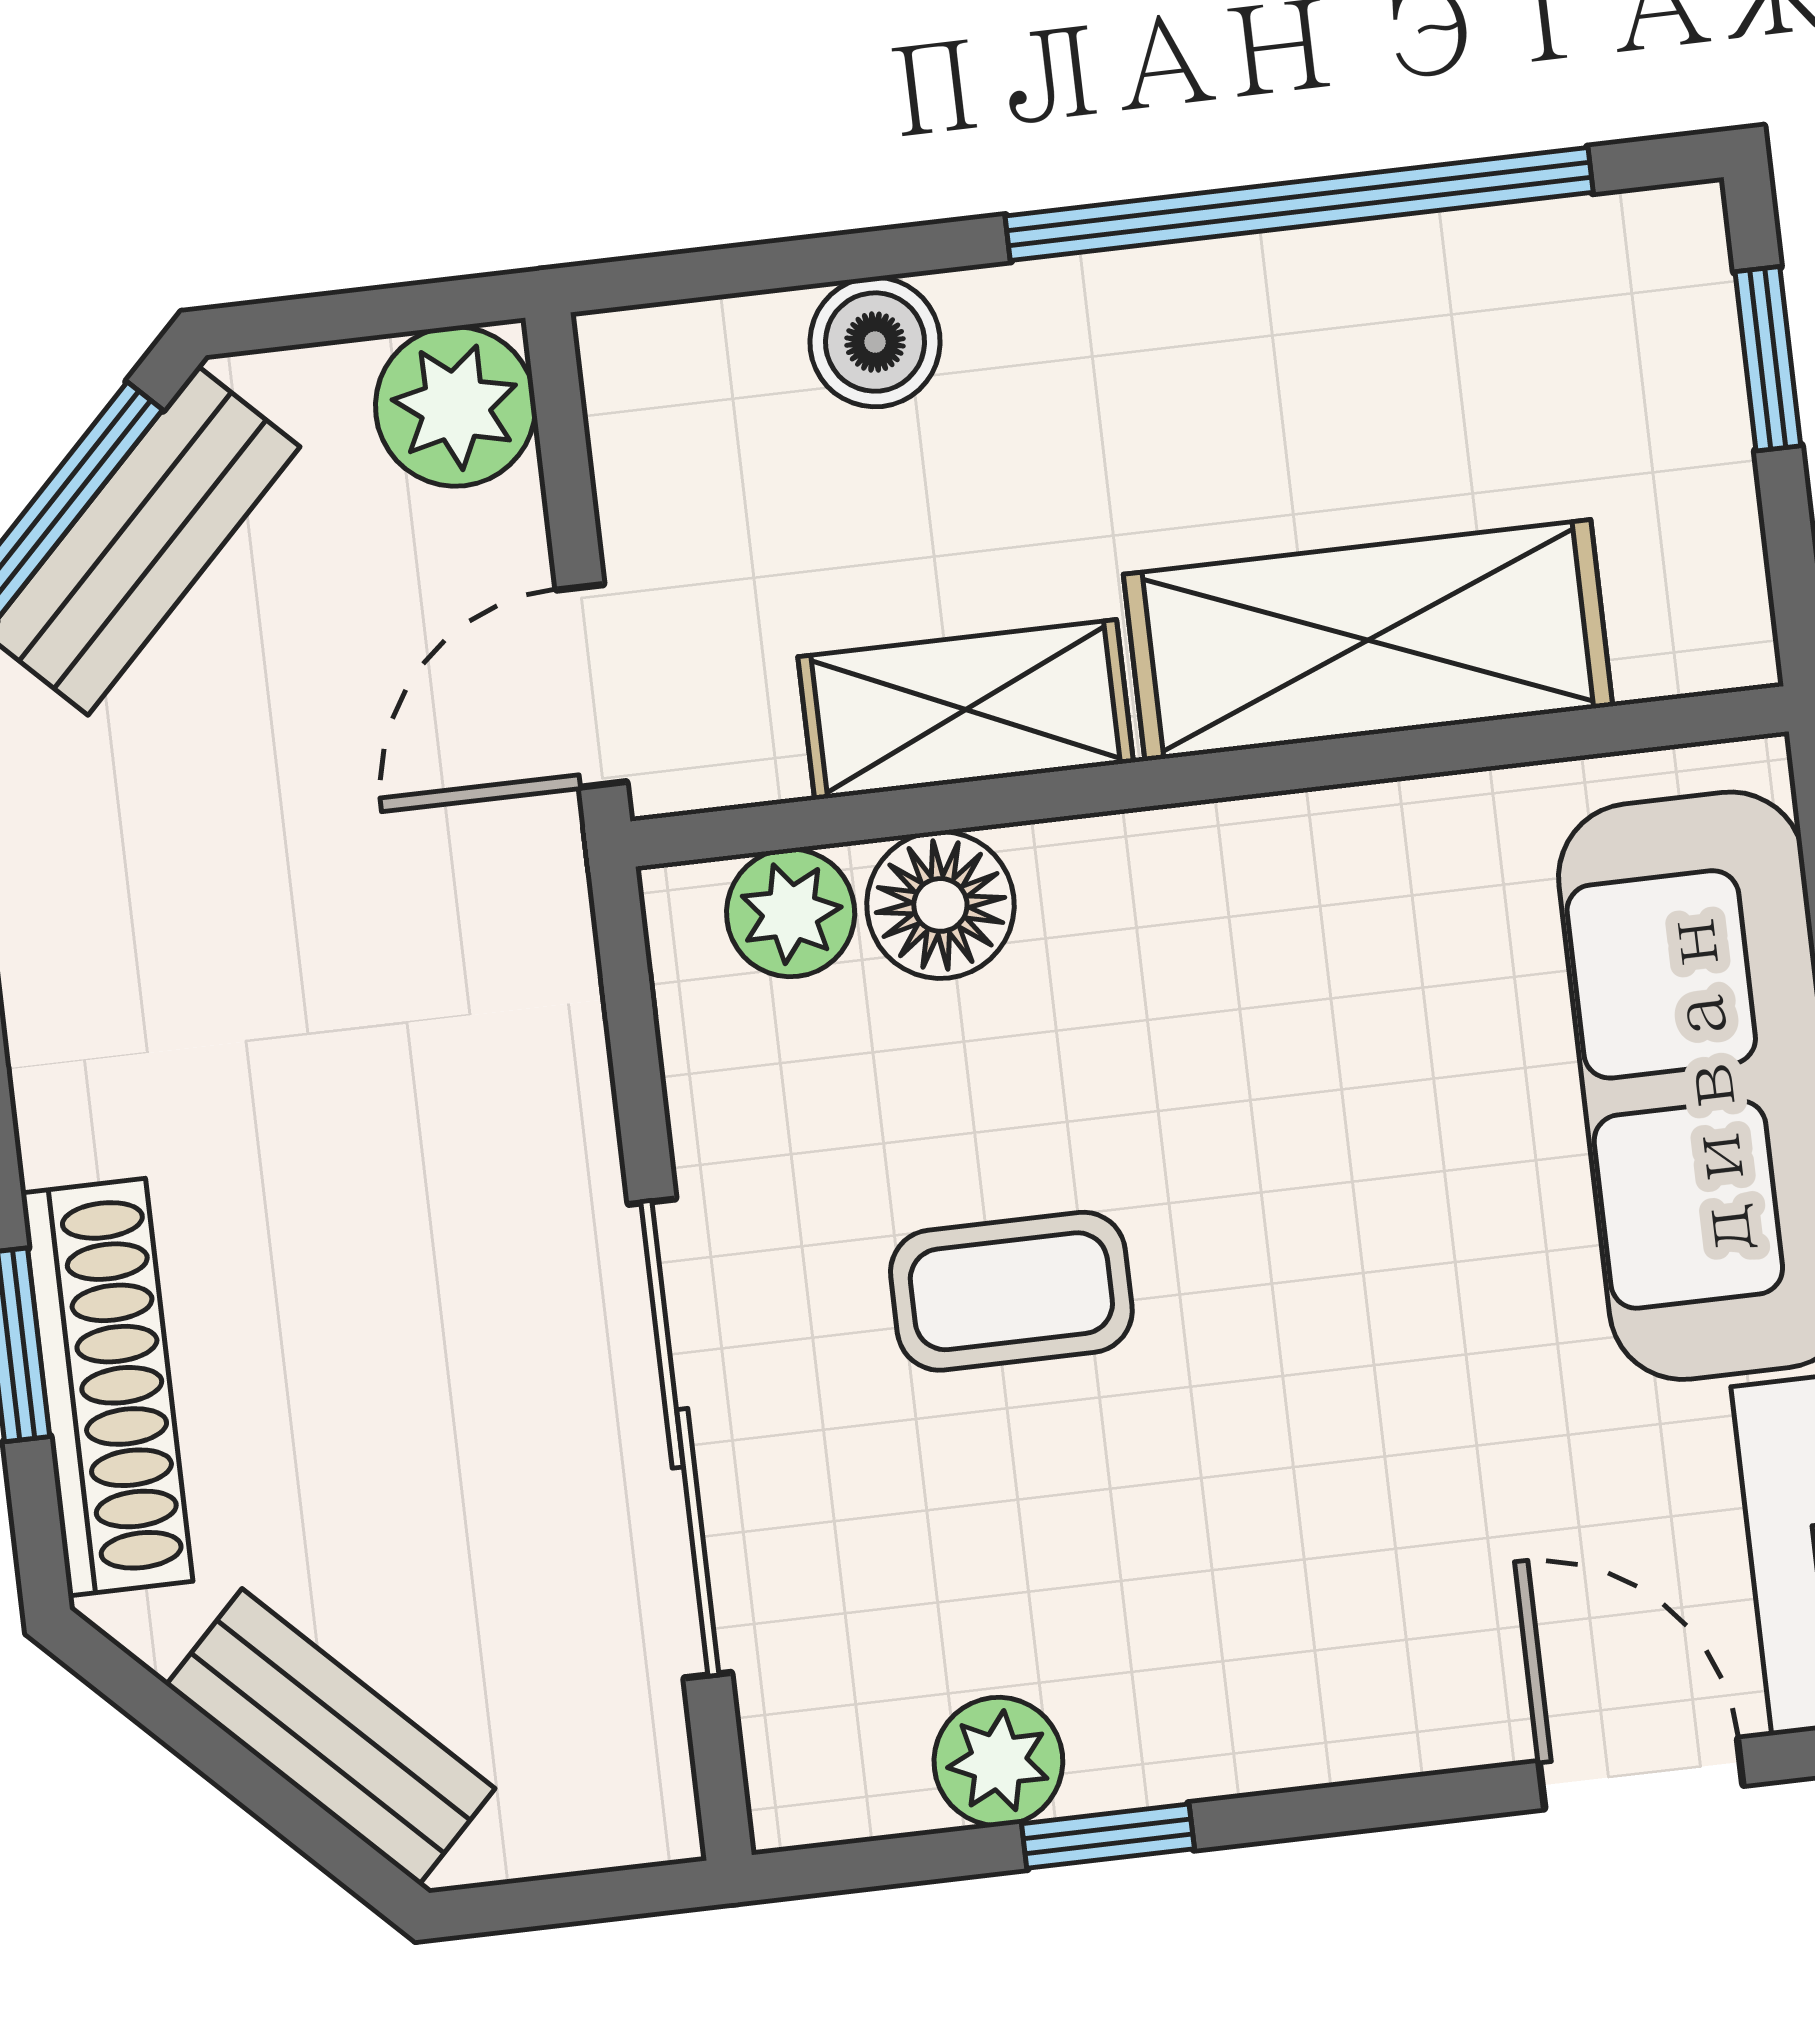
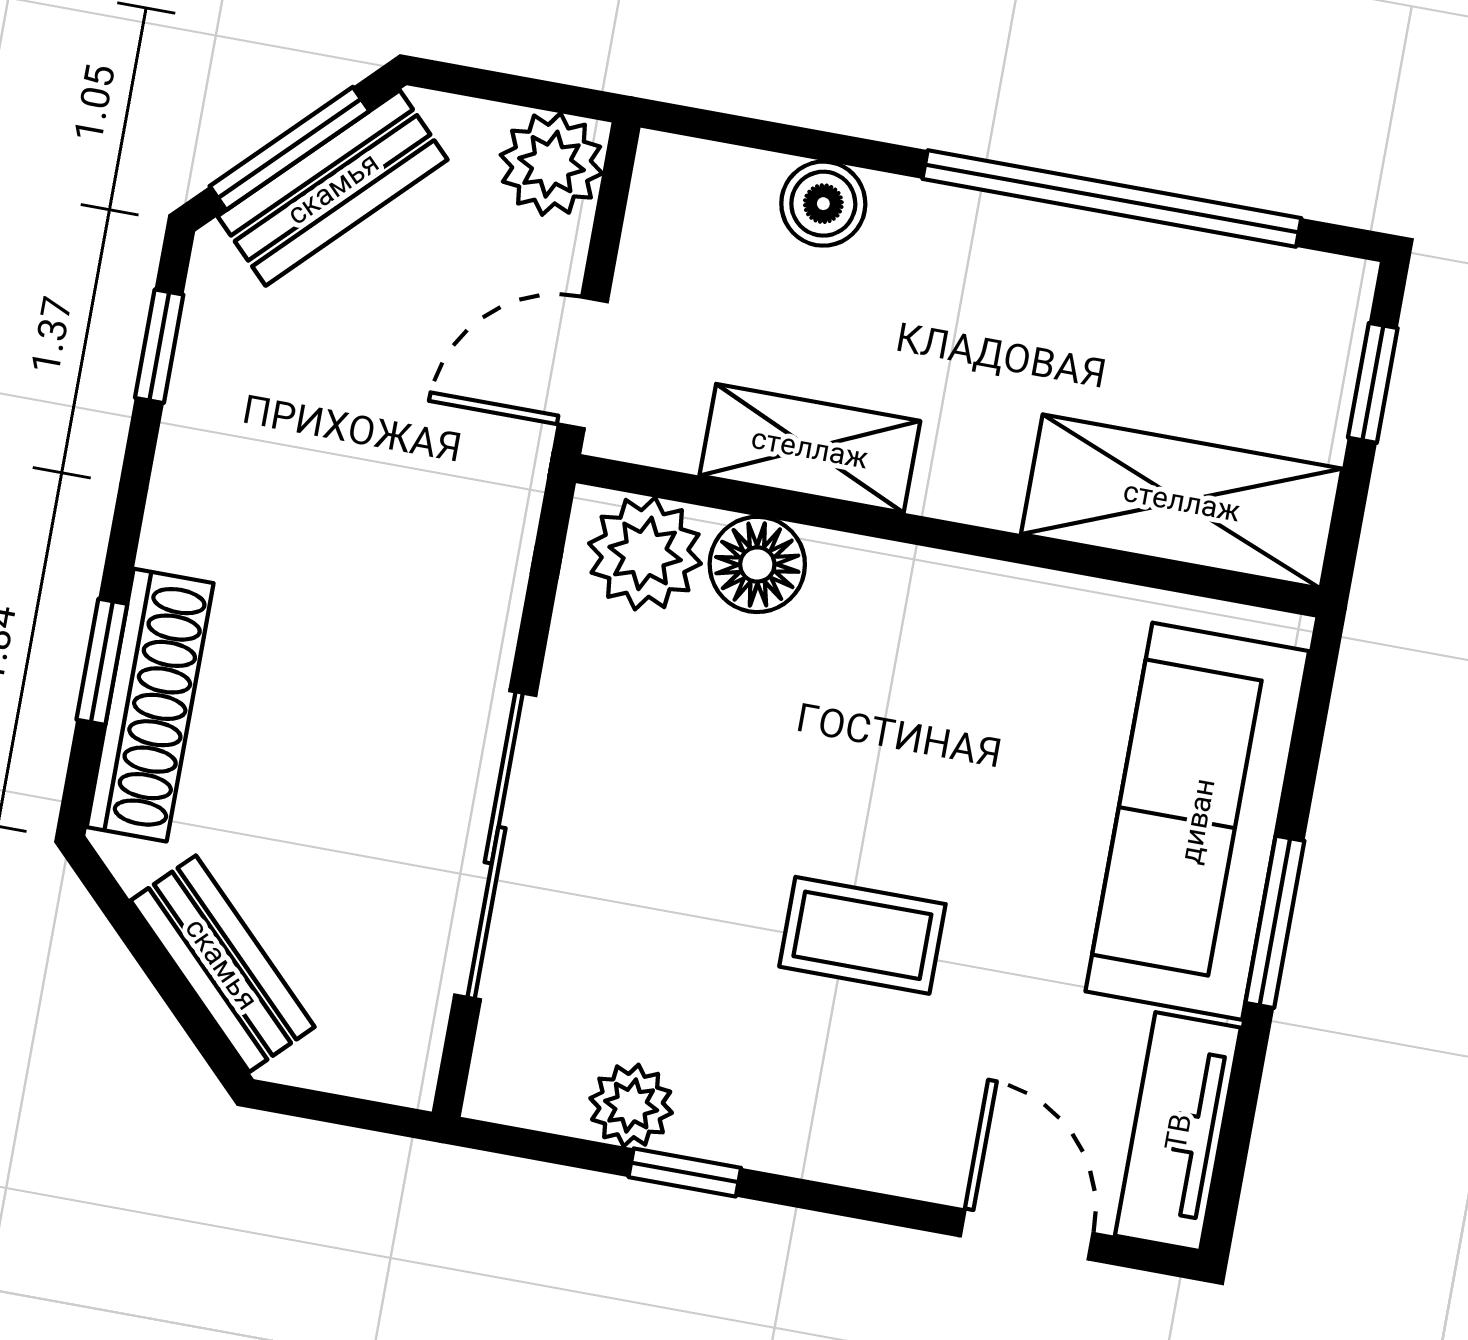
shelving: (1368, 640) -> (1182, 501), moved
plant: (791, 913) -> (645, 553), width x1.38, depth x1.38
coffee table: (1011, 1291) -> (862, 935), moved

